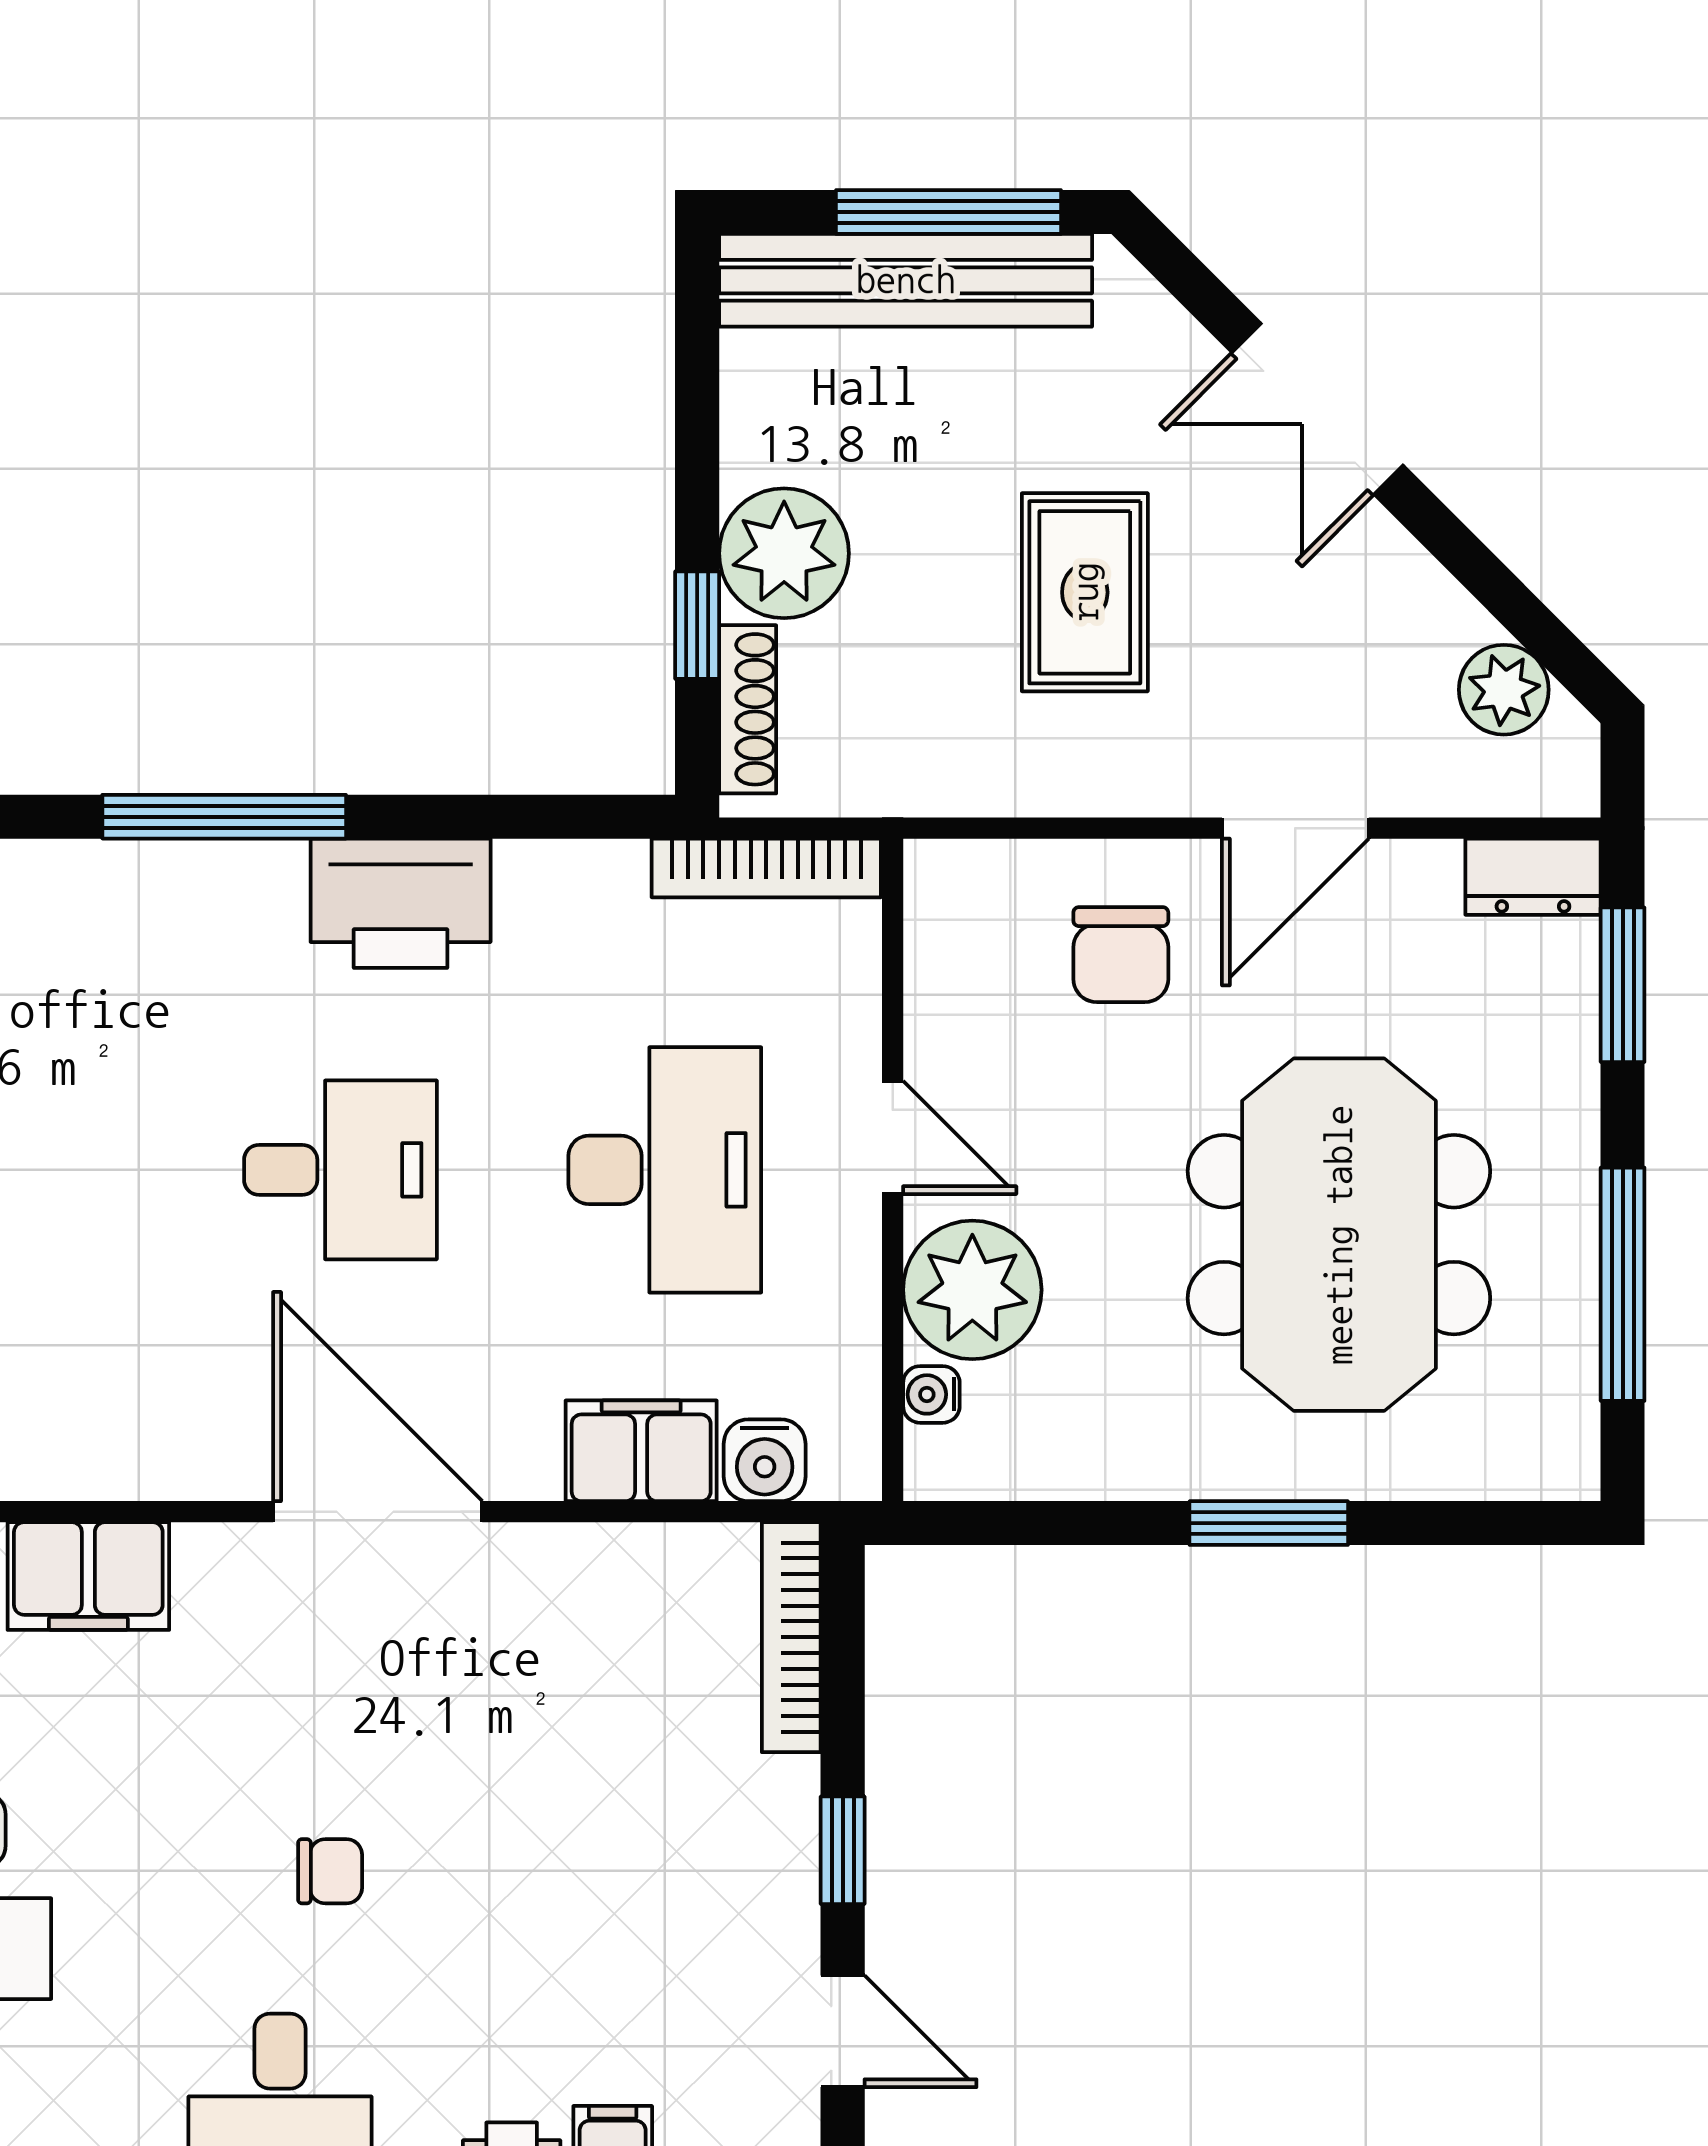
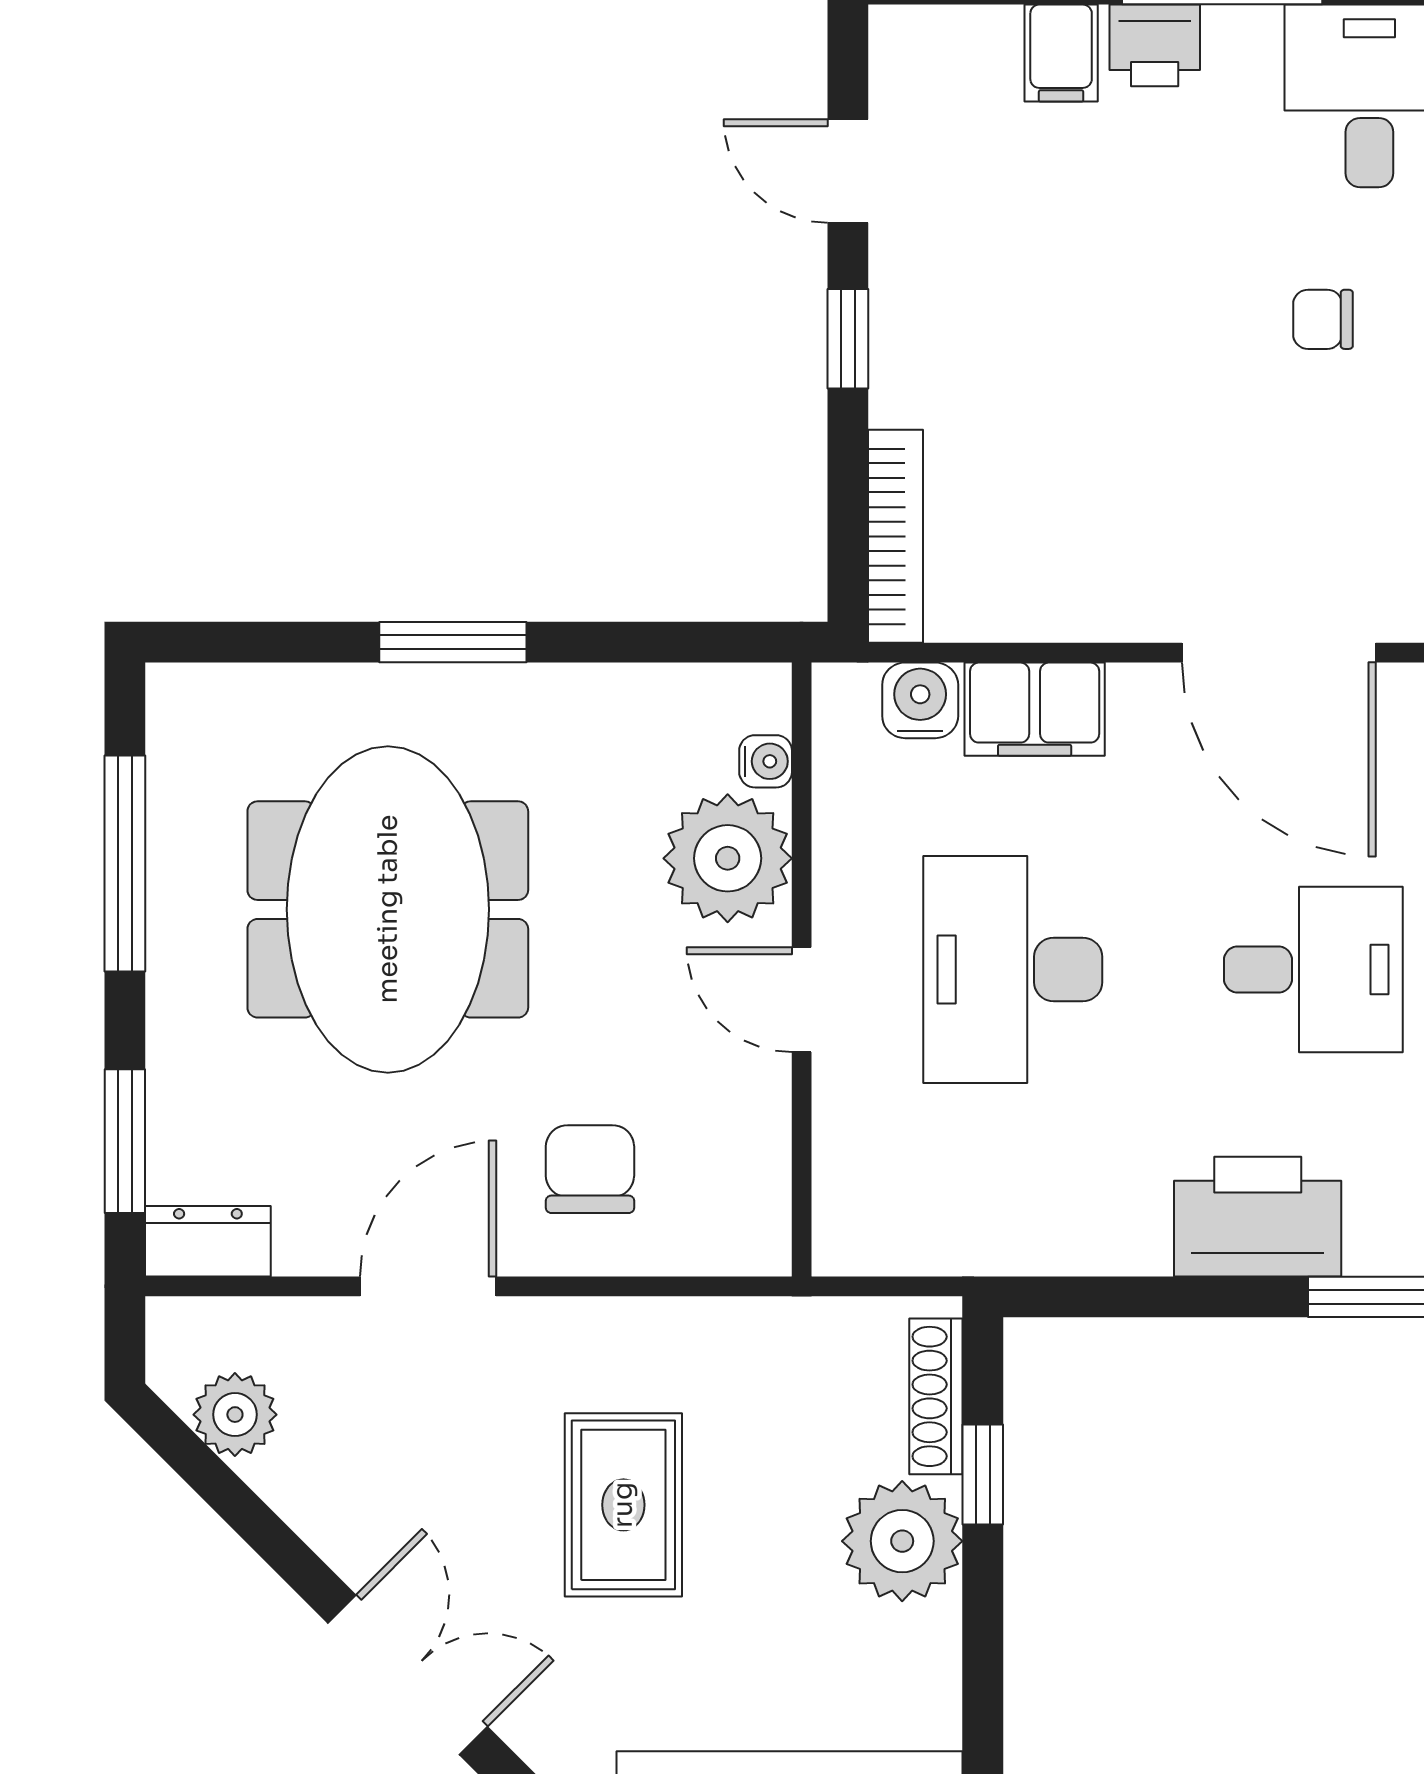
bookcase: (766, 868) -> (919, 1249), removed
desk: (340, 1170) -> (1313, 969), turned 180

